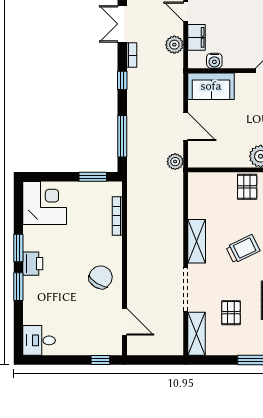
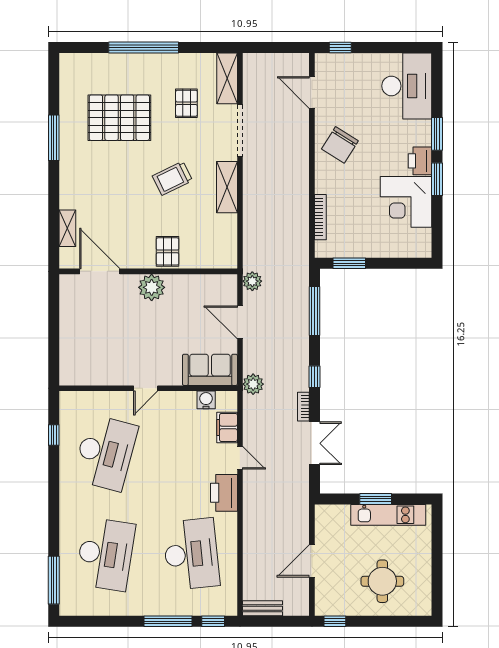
plant: (174, 45) -> (253, 384), moved
corner desk: (45, 203) -> (406, 202), moved
desk: (39, 340) -> (407, 86), width x1.87, depth x1.30

